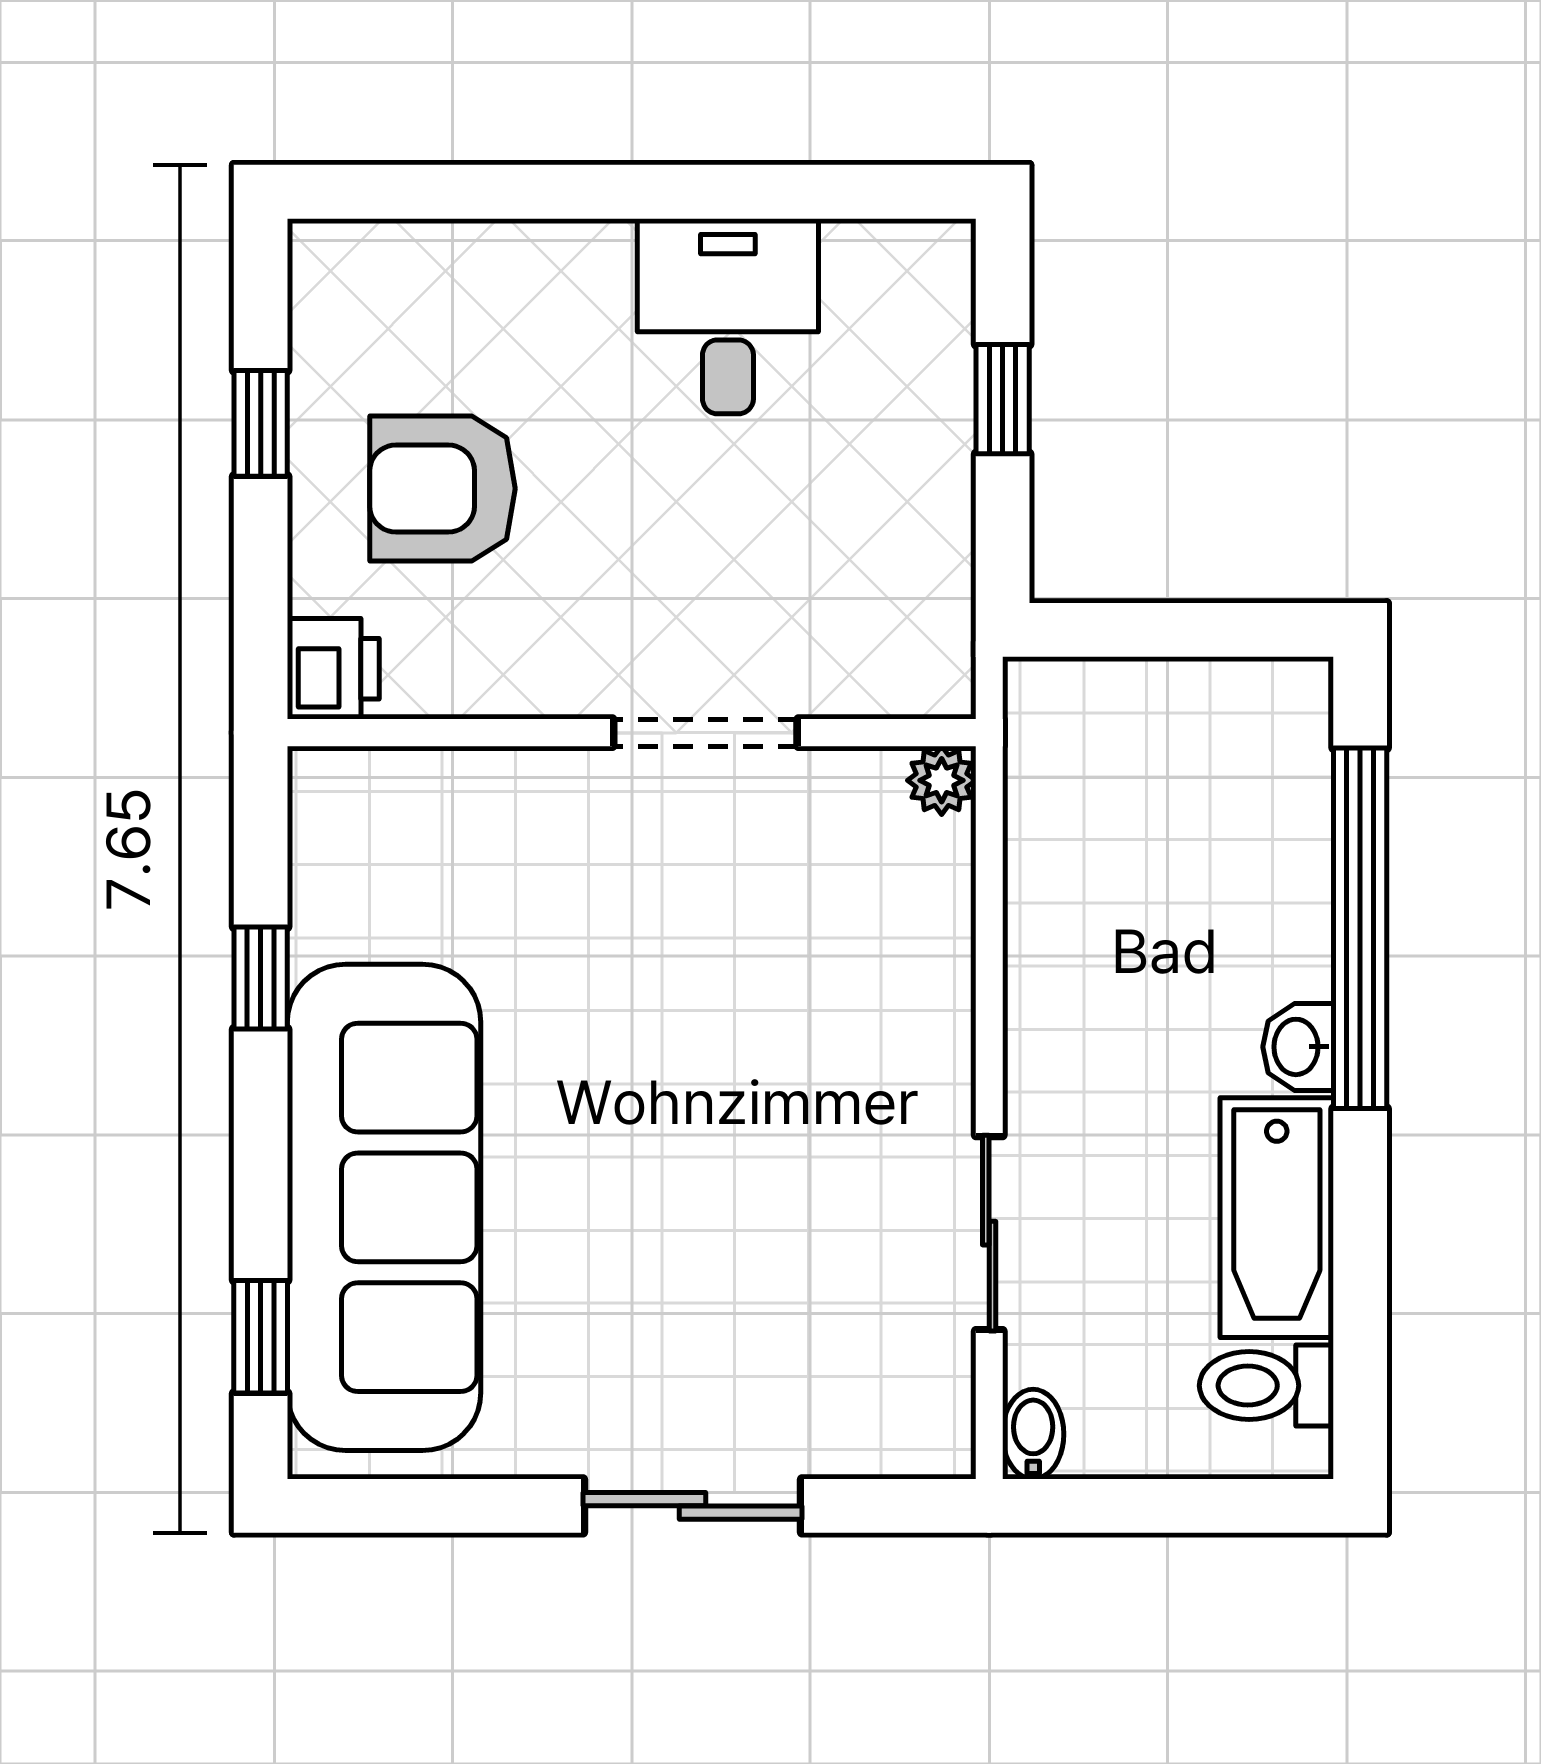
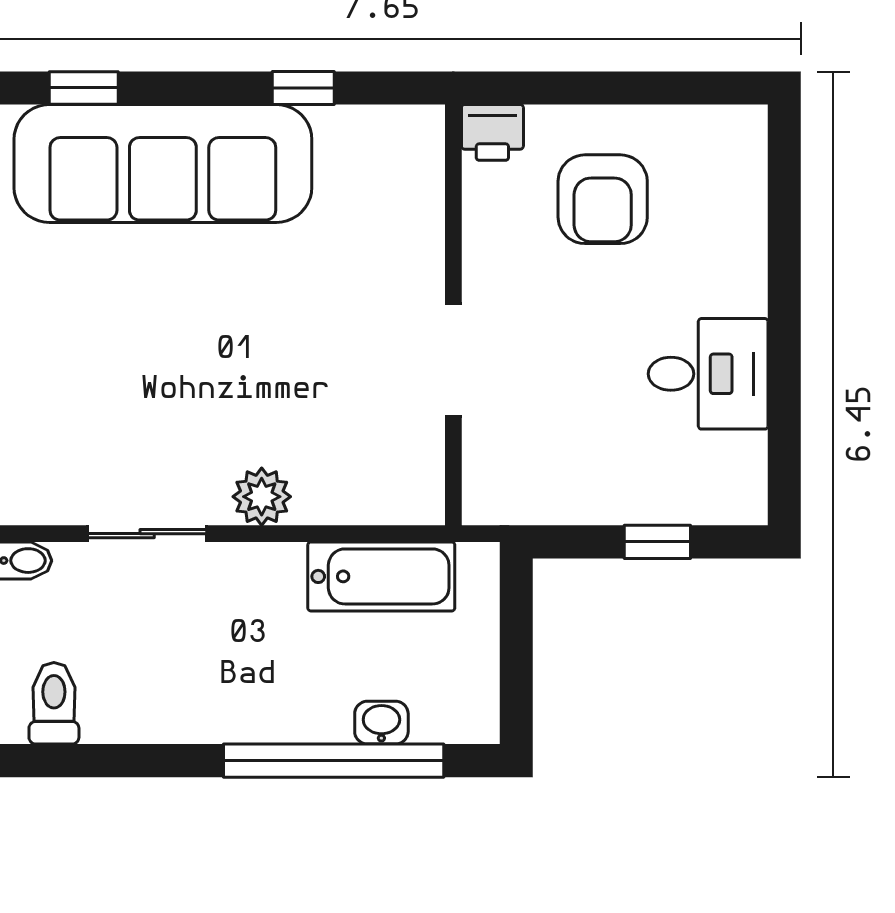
window: (261, 423) -> (643, 88), removed
armchair: (442, 489) -> (603, 199), turned 180
plant: (942, 780) -> (262, 497), moved, width x1.38, depth x1.38
washbasin: (1298, 1047) -> (381, 723), moved
bathtub: (1277, 1218) -> (381, 576), moved, turned 180

